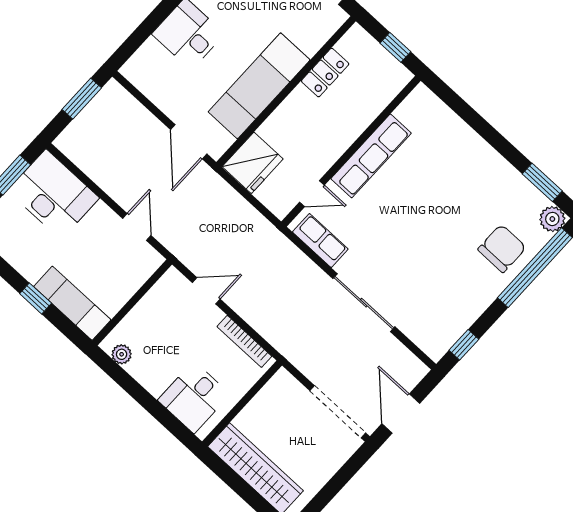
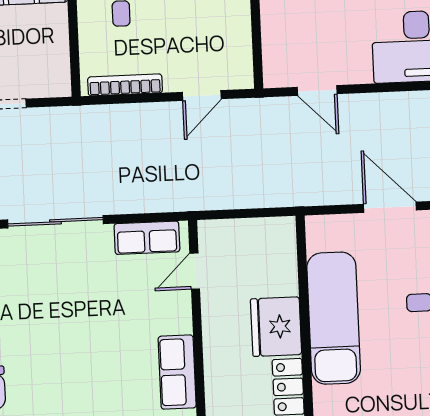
door: (189, 142) -> (390, 207), moved
row of seats: (371, 156) -> (177, 372), width x0.68
fridge: (253, 163) -> (276, 327), moved

